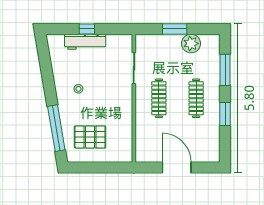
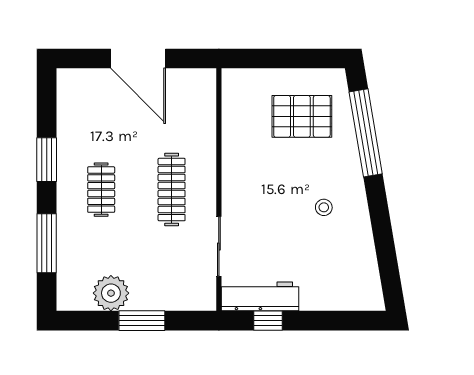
window: (87, 29) -> (268, 321), moved
workbench: (85, 42) -> (260, 296), moved
clothes rail: (196, 98) -> (101, 190), width x0.73

